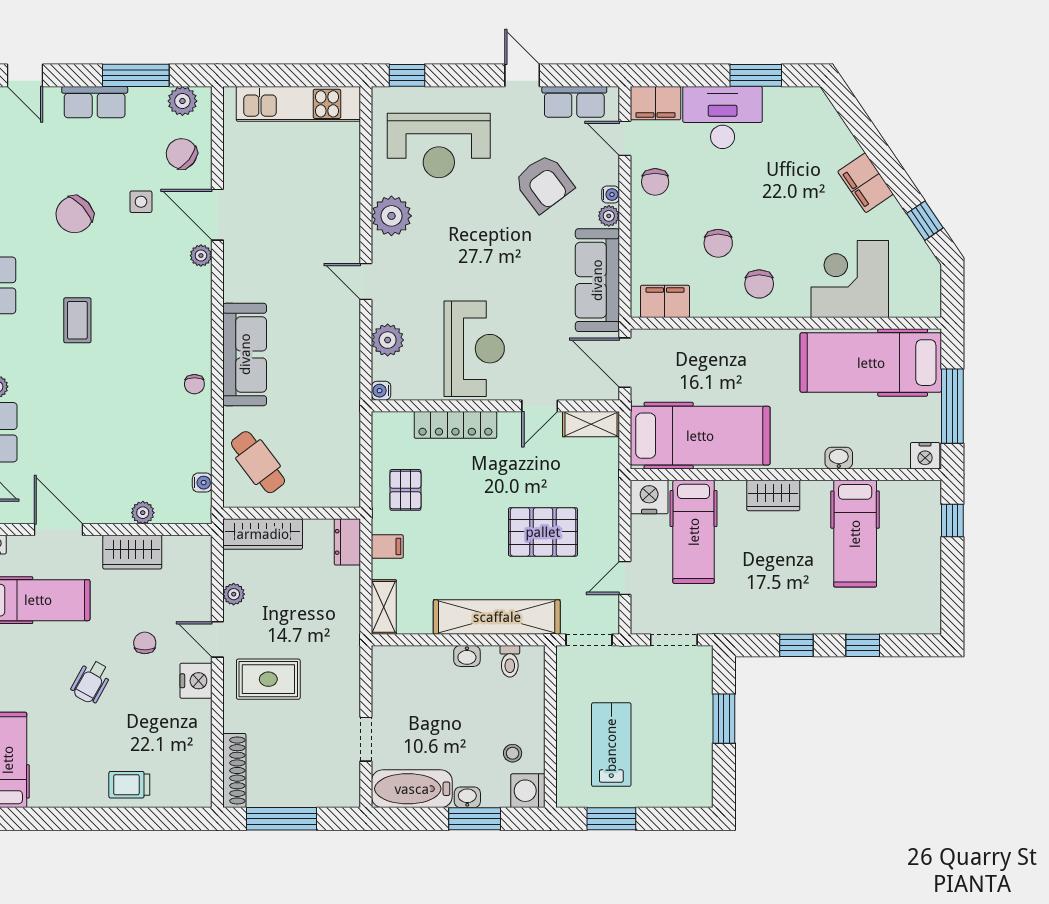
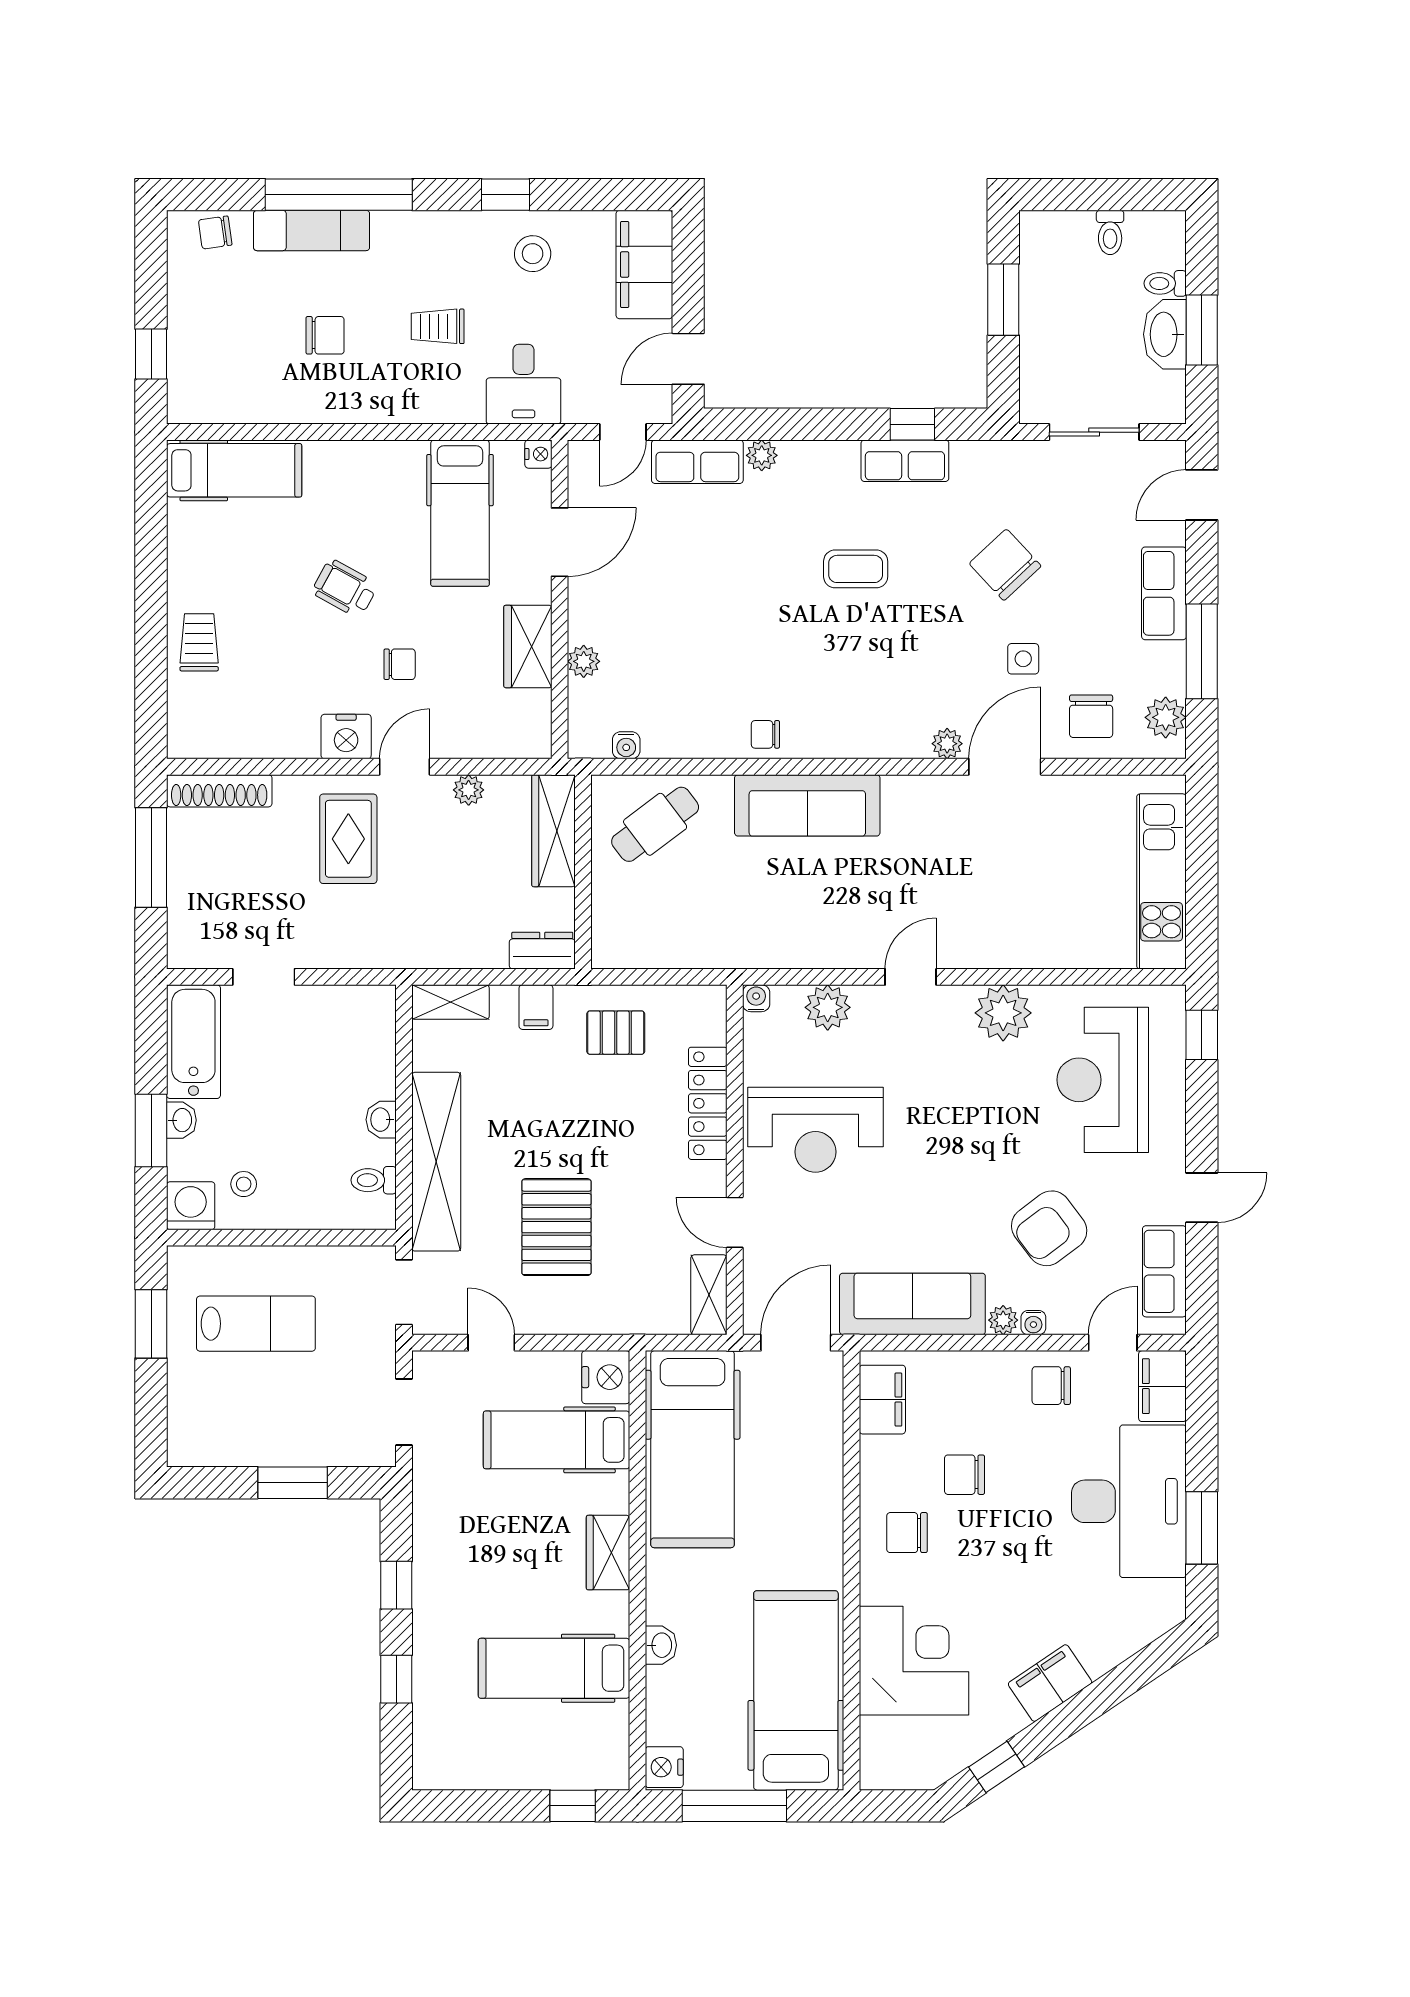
desk: (723, 118) -> (1129, 1501), width x1.36, depth x1.30
chair: (182, 154) -> (1091, 716), turned 142

